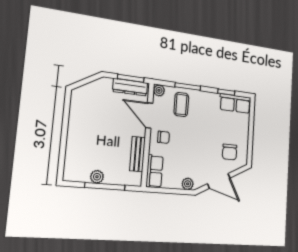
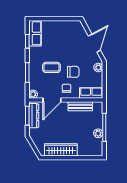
coffee table: (181, 104) -> (51, 67), moved
wardrobe: (78, 120) -> (61, 150), added
chair: (230, 152) -> (73, 72), moved

